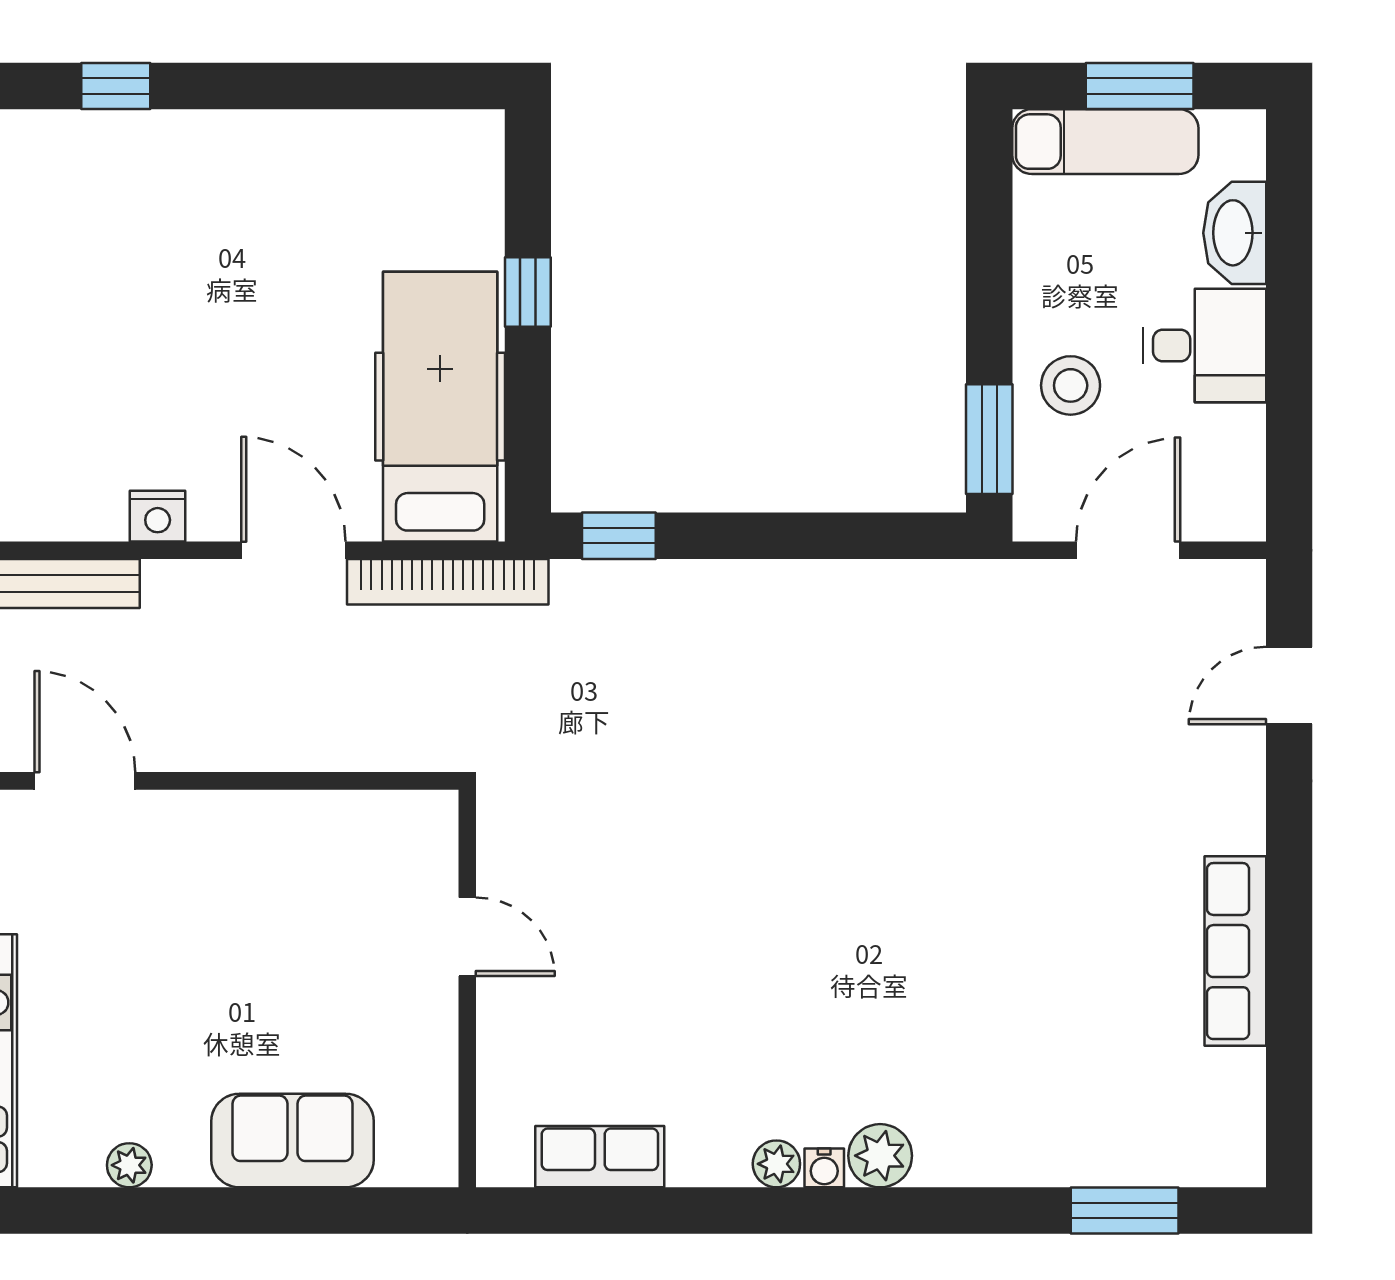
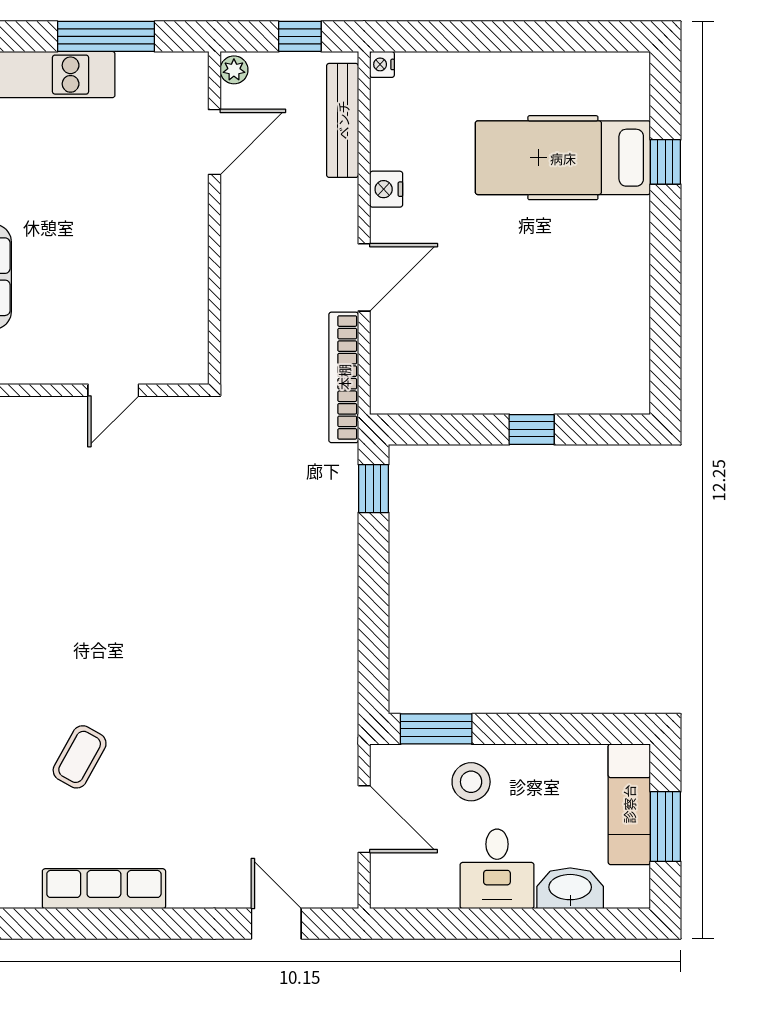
hospital bed: (440, 407) -> (563, 158), moved, turned 180
coffee table: (1032, 989) -> (80, 757), added

